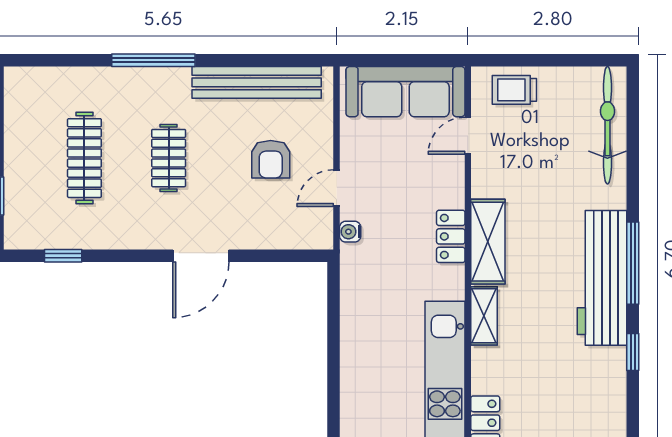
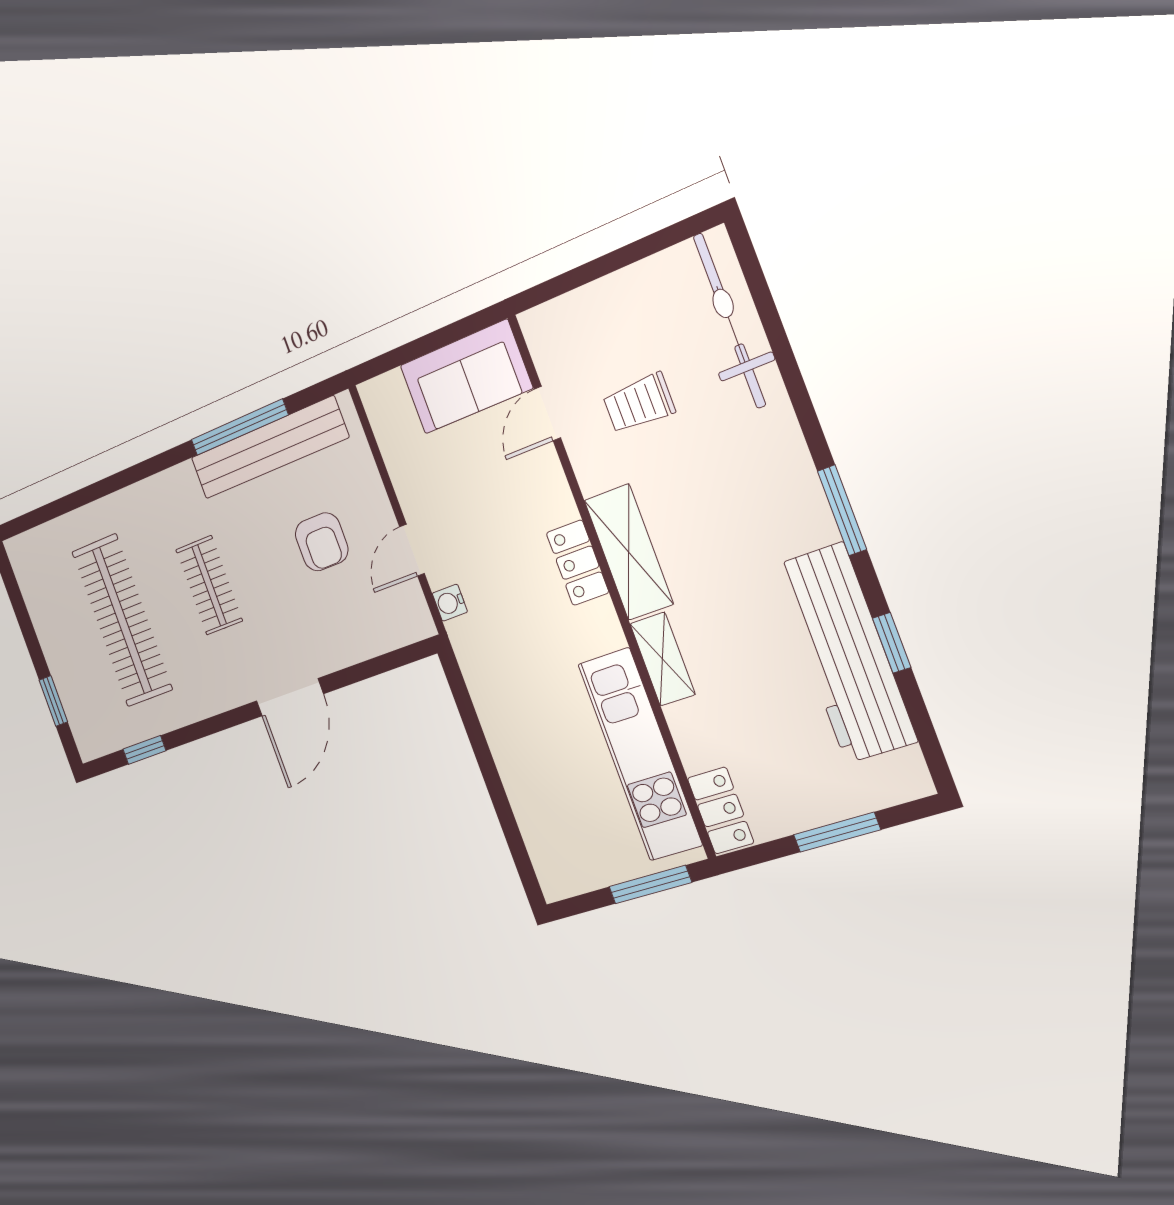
window: (153, 60) -> (239, 427), moved
trolley: (514, 90) -> (639, 403), moved
sofa: (405, 92) -> (466, 377), width x0.73
clothes rail: (84, 158) -> (122, 620), width x1.37, depth x1.31
window: (633, 263) -> (842, 510), width x0.69
workbench: (602, 278) -> (845, 653), moved

